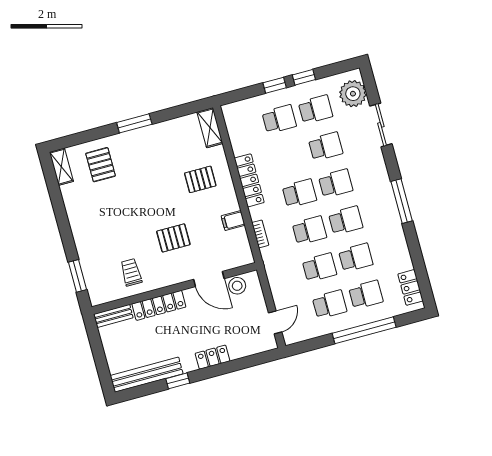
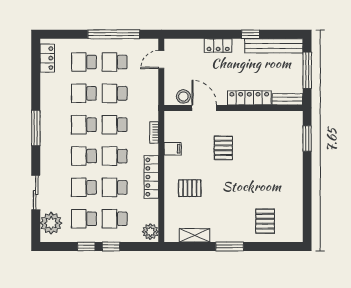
plant: (233, 115) -> (150, 232), added
shelving: (210, 128) -> (195, 235), moved, turned 90
school desk: (289, 156) -> (115, 187), added
shelving: (61, 167) -> (296, 228), removed
pallet: (173, 238) -> (223, 148), turned 90
trolley: (131, 272) -> (264, 130), removed
window: (364, 330) -> (114, 34), moved
window: (99, 357) -> (307, 70), added

